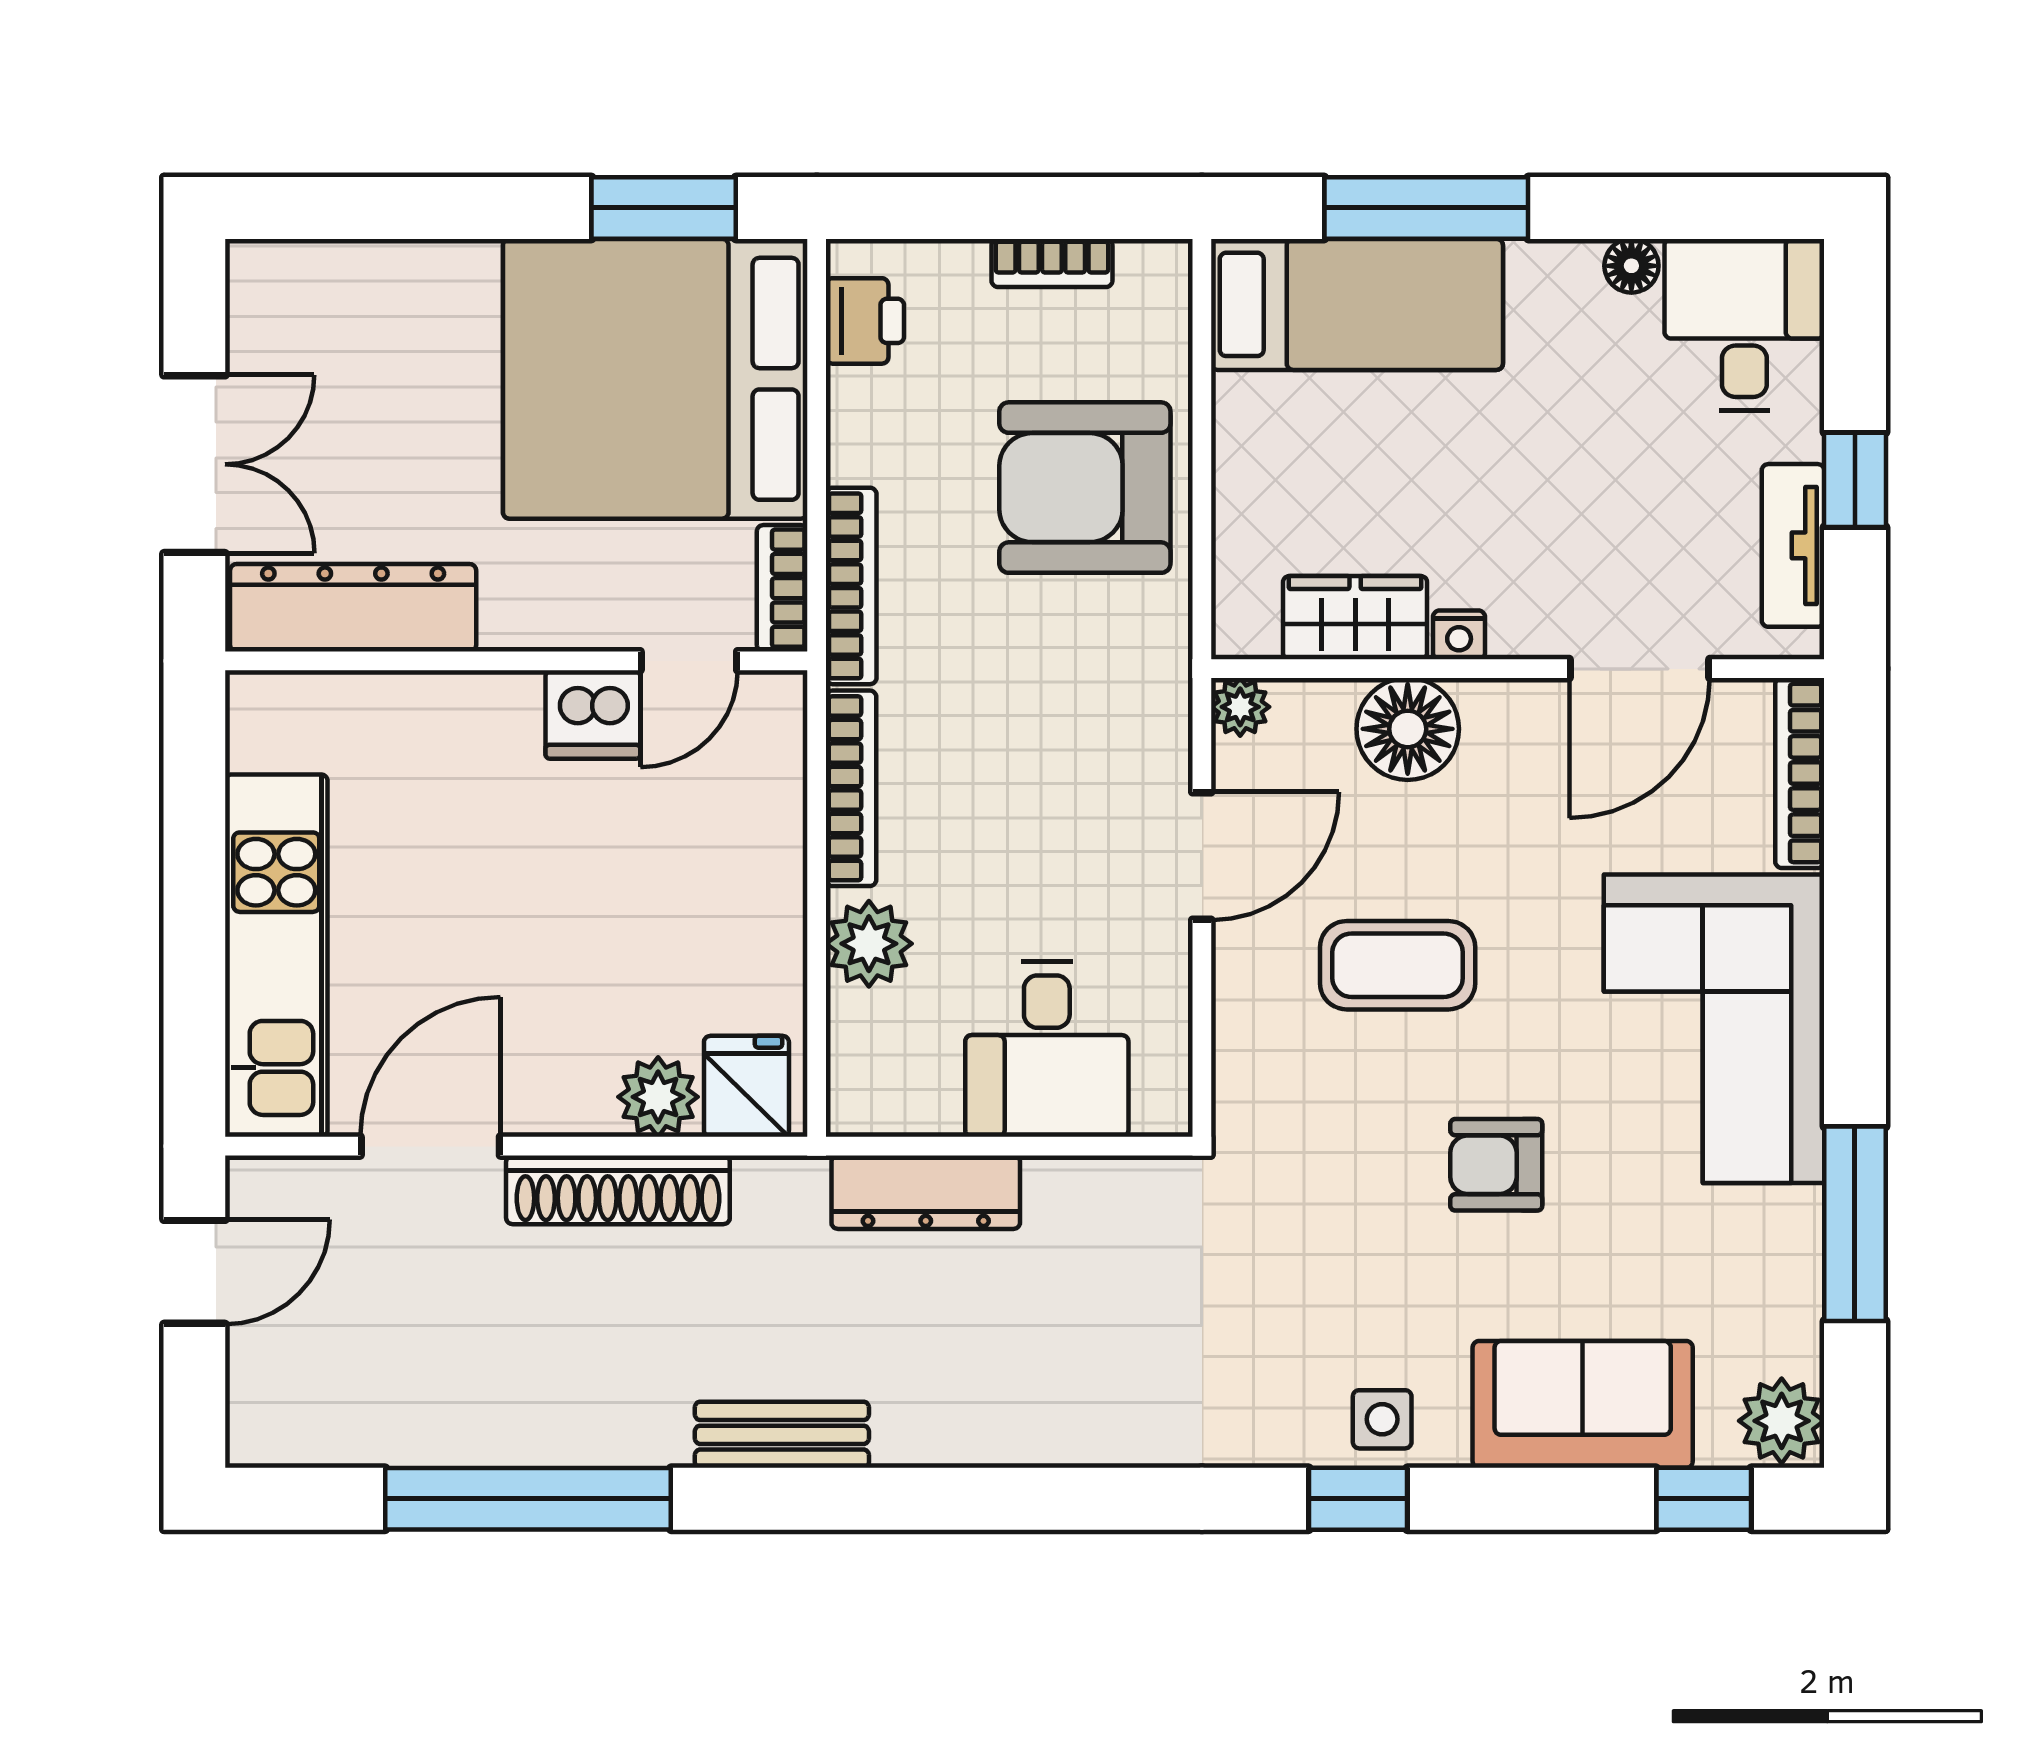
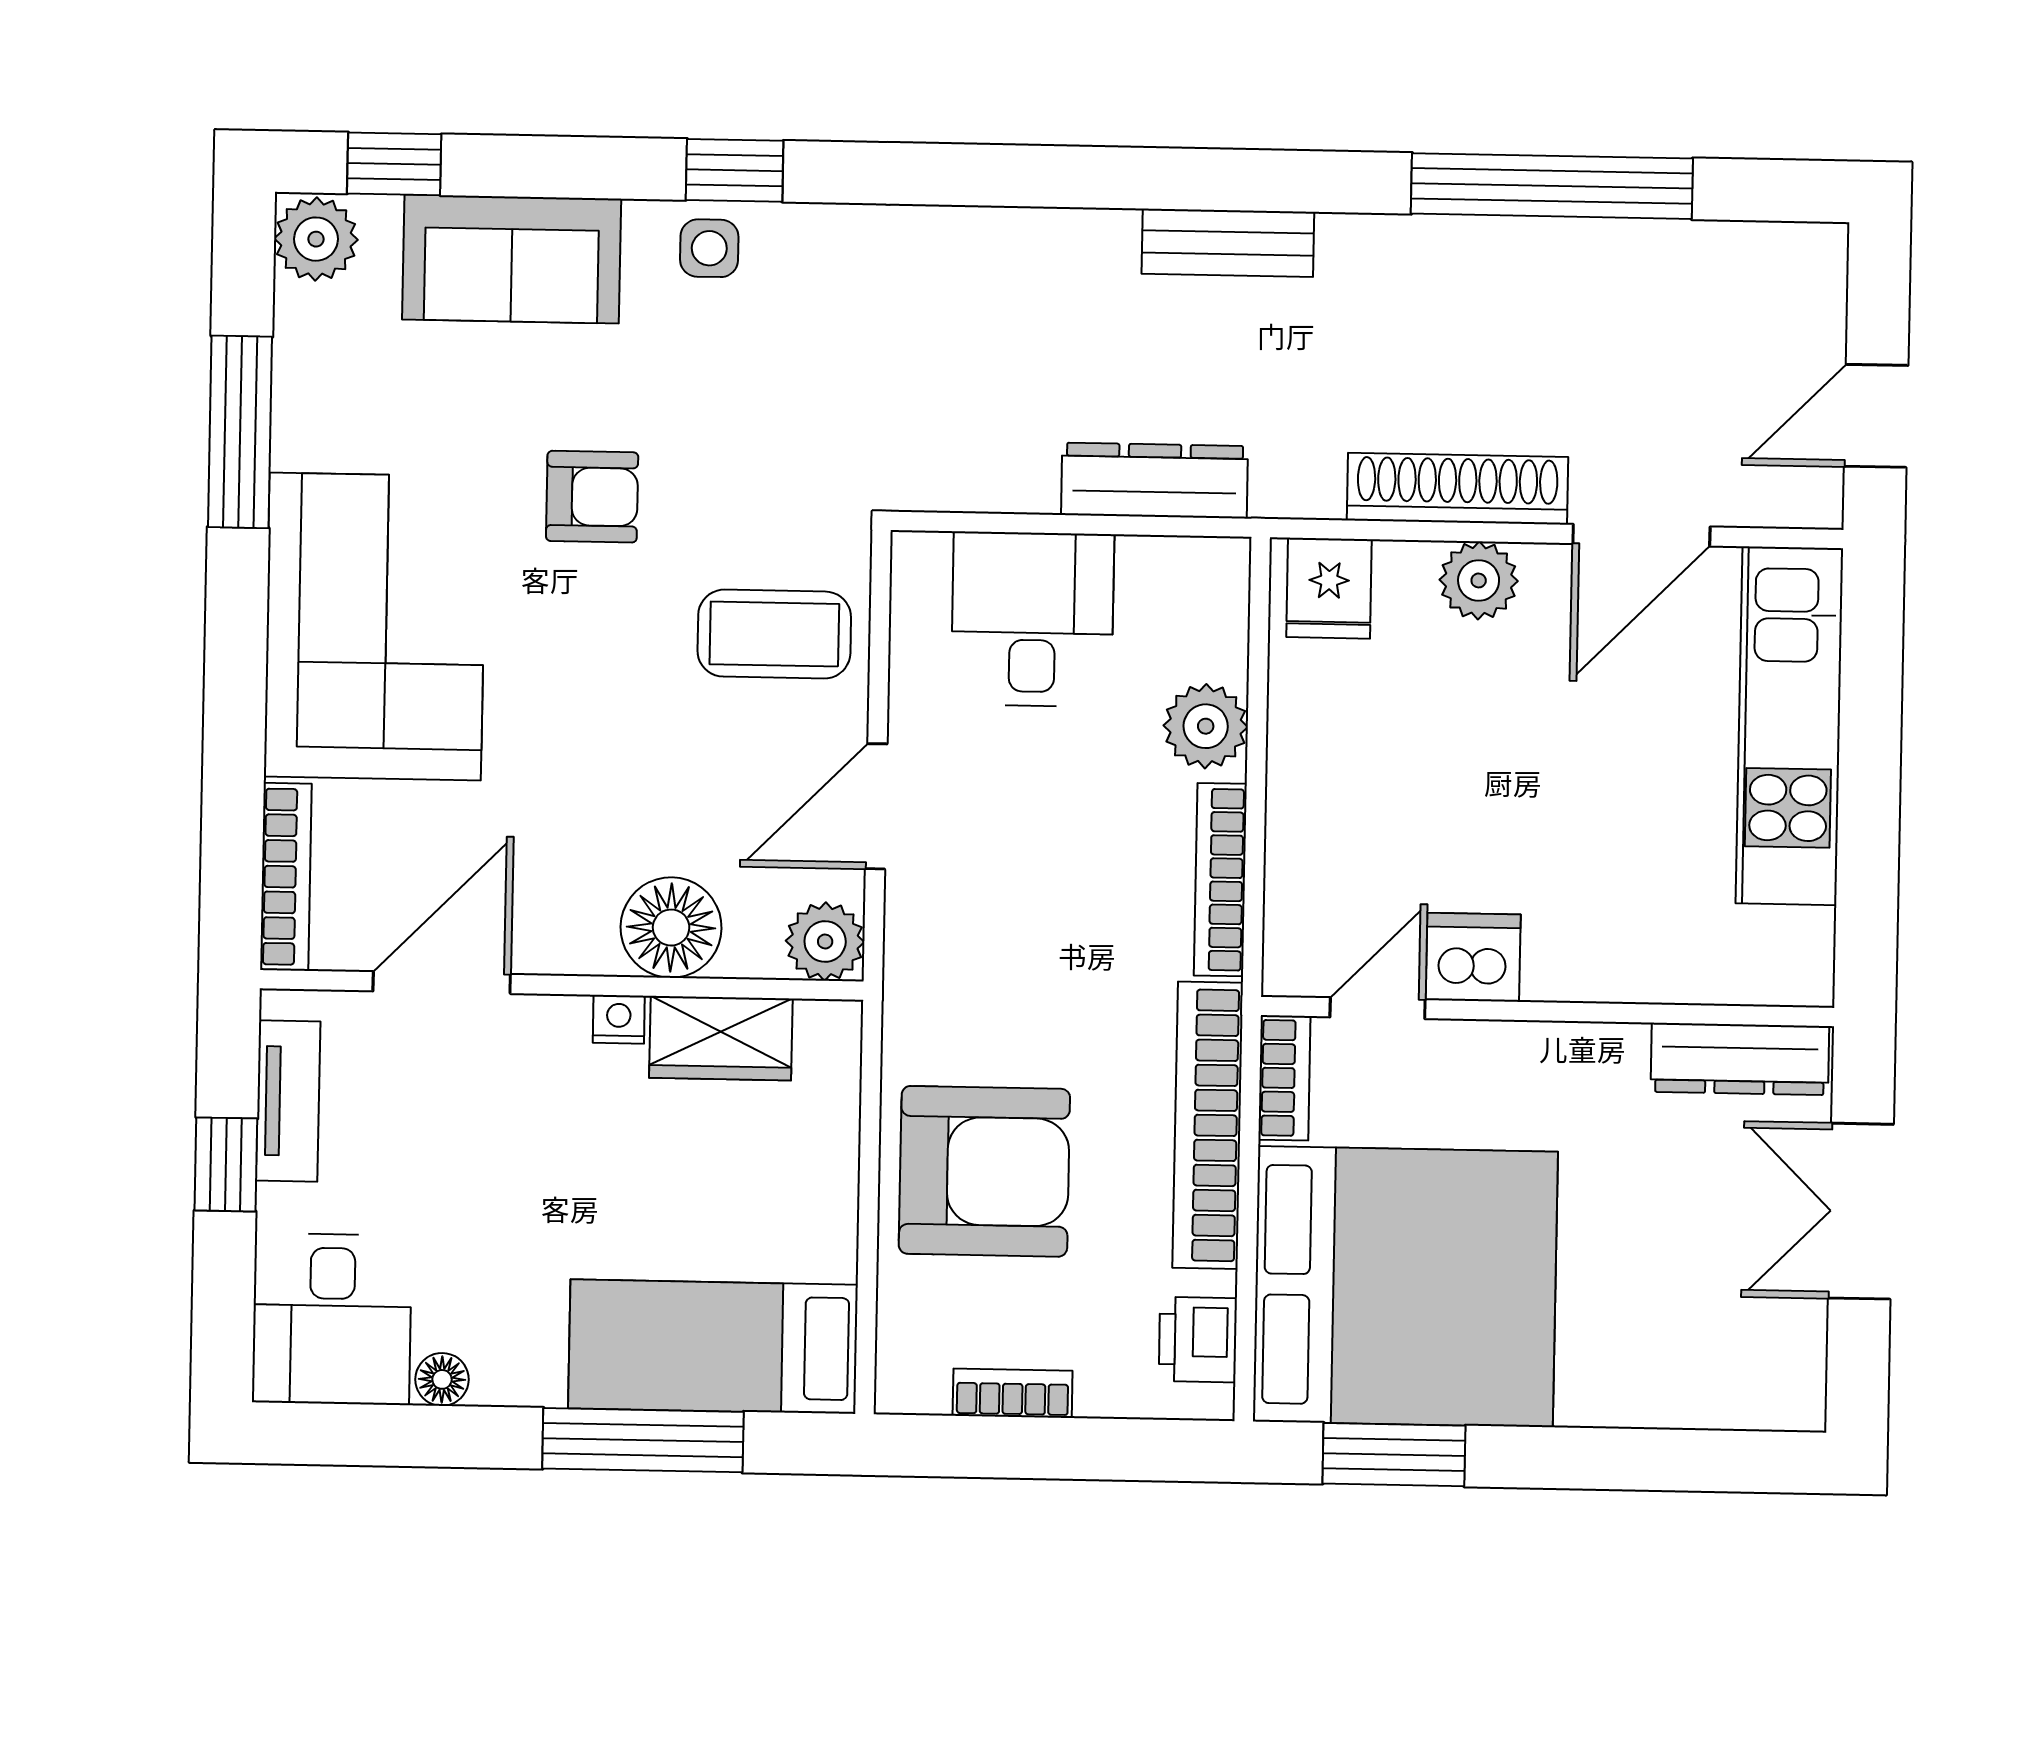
bookcase: (851, 586) -> (1208, 1125), width x1.48, depth x1.31
dresser: (353, 608) -> (1740, 1059), width x0.73, depth x0.80
plant: (1240, 707) -> (825, 941), width x1.38, depth x1.38
coffee table: (1398, 965) -> (774, 634), moved
plant: (658, 1097) -> (1479, 580), moved
bench: (782, 1435) -> (1228, 243), moved

